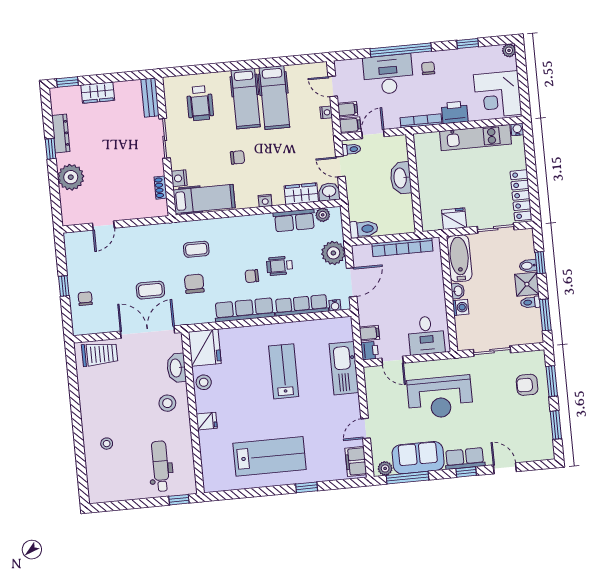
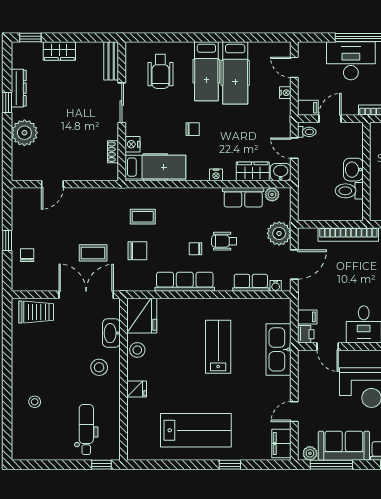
filing cabinet: (348, 109) -> (307, 92), removed
washbasin: (401, 178) -> (353, 170), width x0.72
toilet: (364, 229) -> (349, 191), moved, turned 180
chair: (194, 284) -> (137, 251), turned 90
row of seats: (302, 305) -> (251, 283), width x0.68

